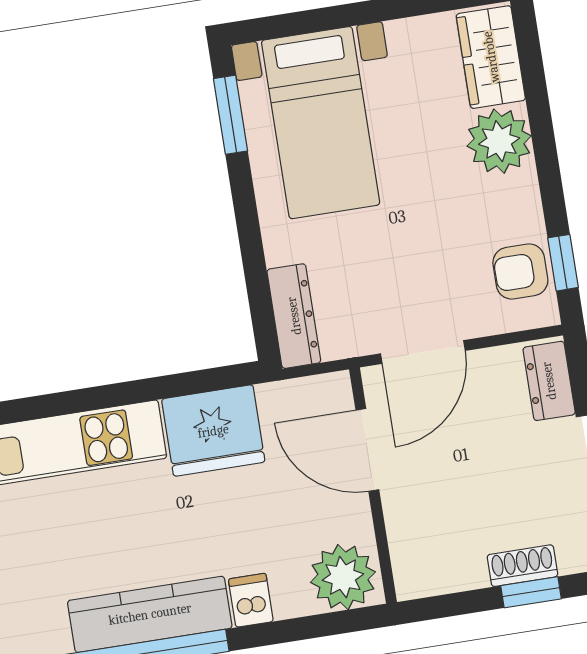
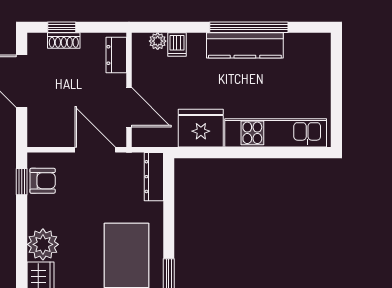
door: (423, 352) -> (95, 150), hinge flipped
dresser: (549, 381) -> (116, 55), moved, turned 180
plant: (343, 577) -> (158, 41), width x0.53, depth x0.53
dishwasher: (251, 600) -> (177, 44), moved

